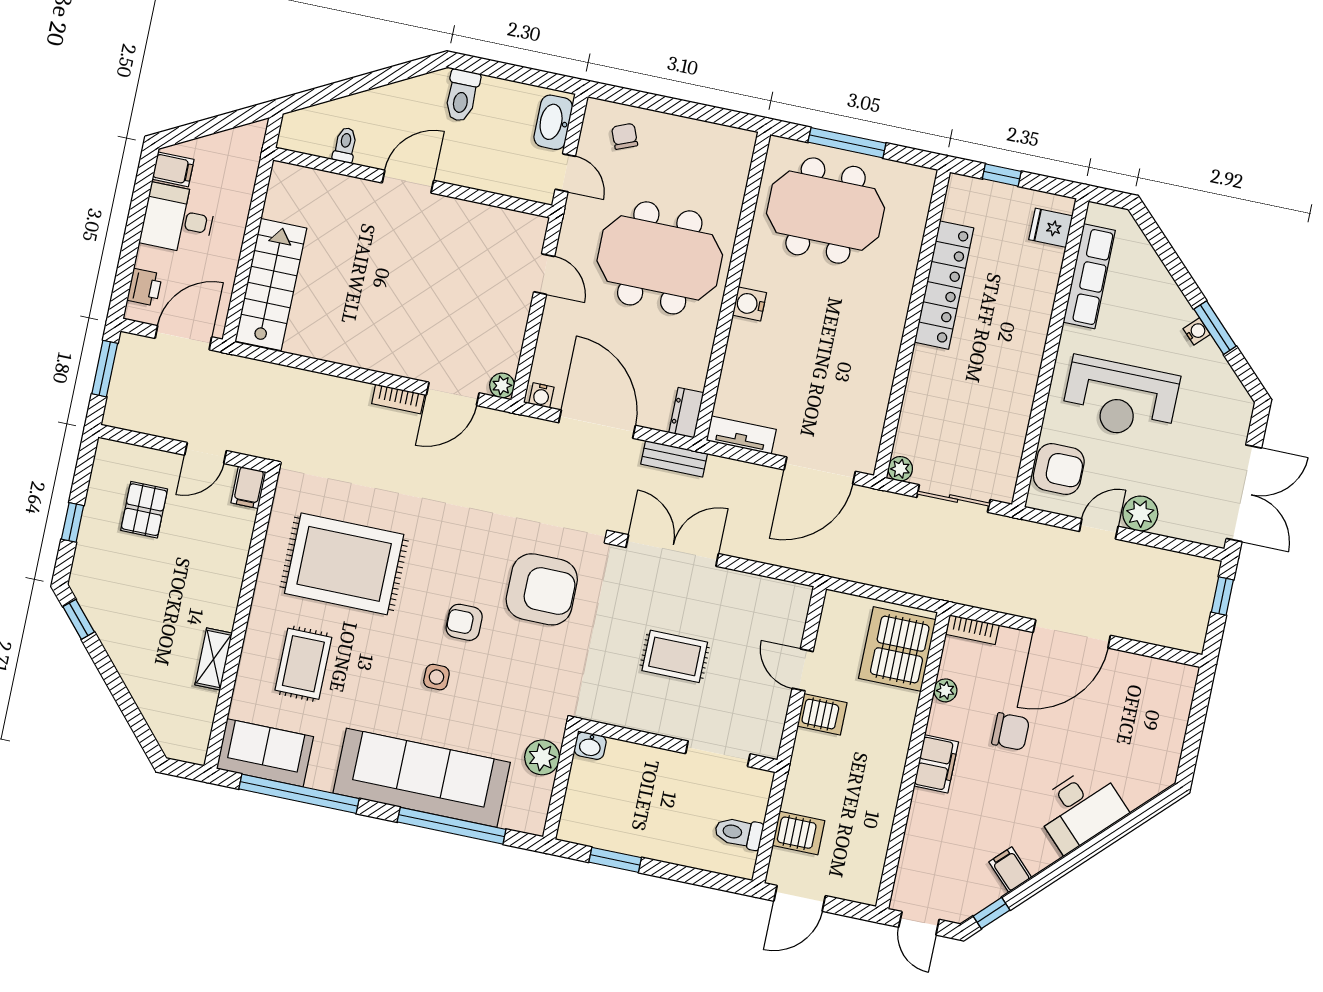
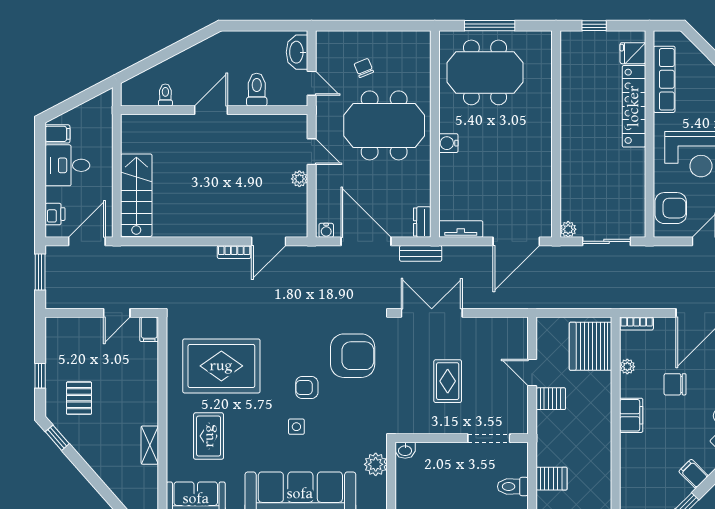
toilet: (462, 96) -> (257, 90), moved, turned 180
chair: (625, 136) -> (364, 68), moved
locker: (944, 285) -> (634, 106), moved, turned 180
plant: (502, 385) -> (299, 179), moved
pallet: (144, 510) -> (79, 398), moved
rug: (675, 656) -> (448, 381), turned 90
chair: (1011, 732) -> (675, 384), turned 180

